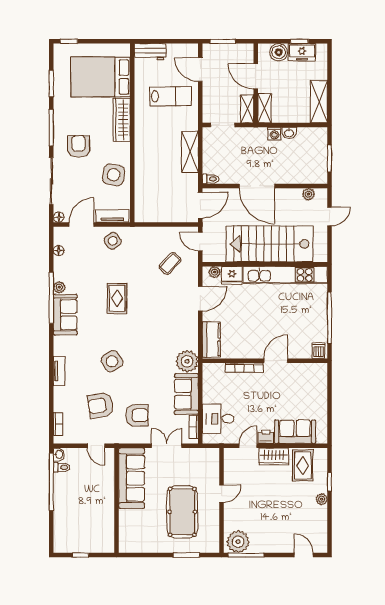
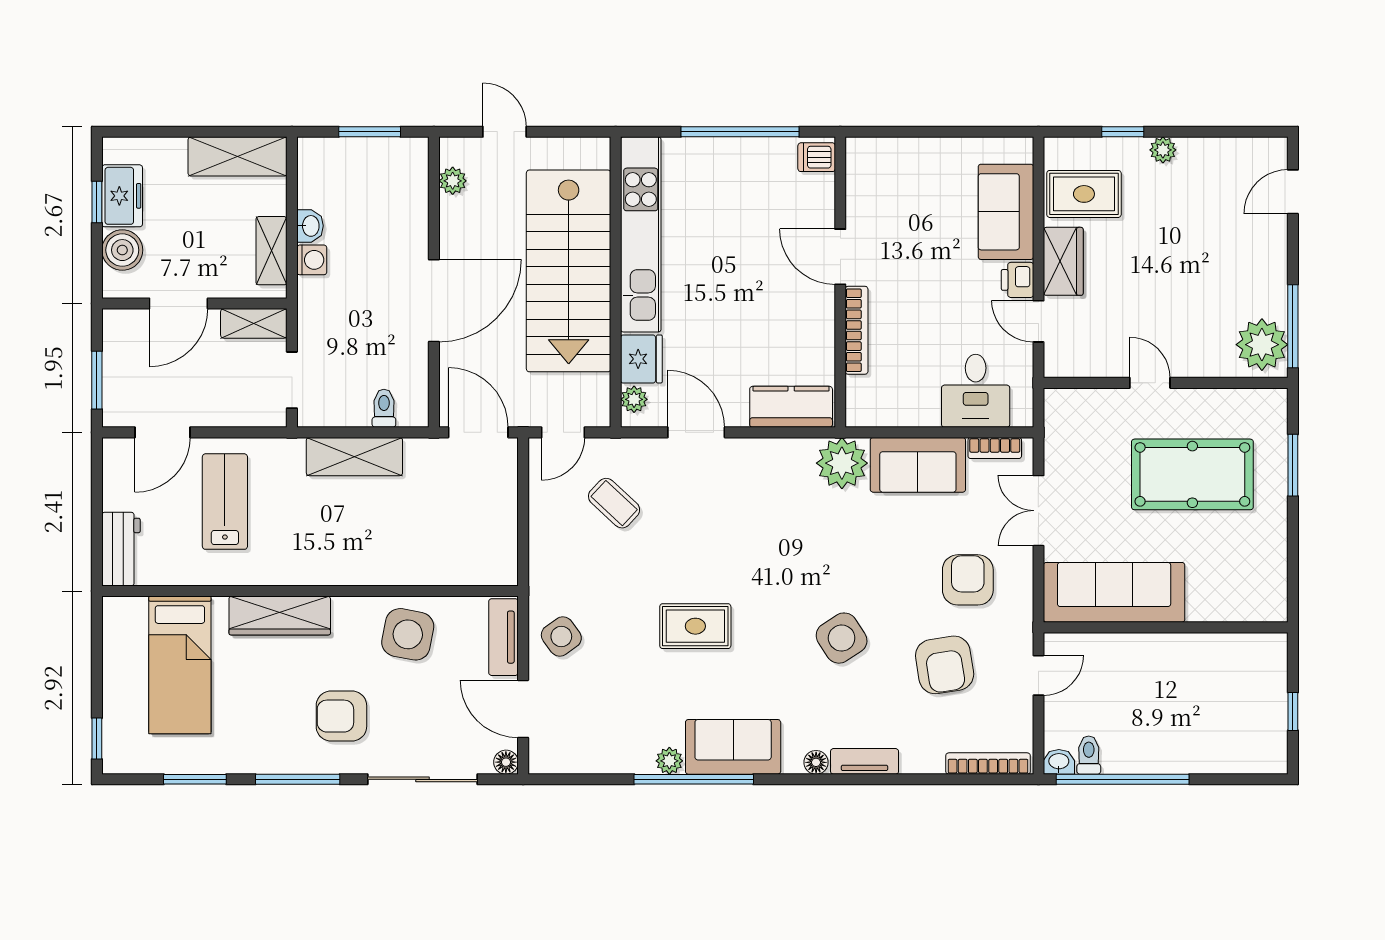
bed: (100, 77) -> (180, 665), width x0.67
shelving: (264, 108) -> (271, 251), moved, turned 90
toilet: (211, 179) -> (384, 408), moved
floor lamp: (59, 251) -> (816, 762), moved
bookcase: (58, 424) -> (988, 764), width x1.56

